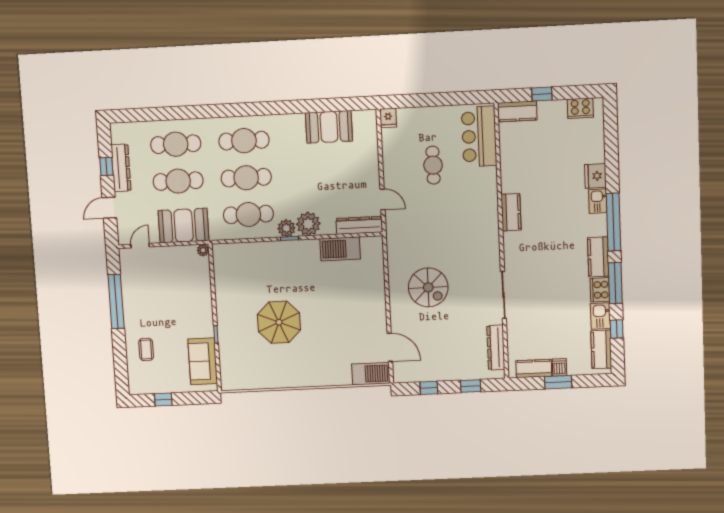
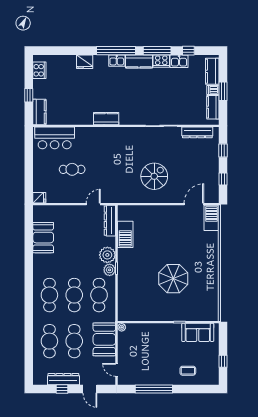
kitchen sink: (598, 201) -> (117, 61), moved
kitchen counter: (601, 349) -> (212, 71), moved, turned 90

